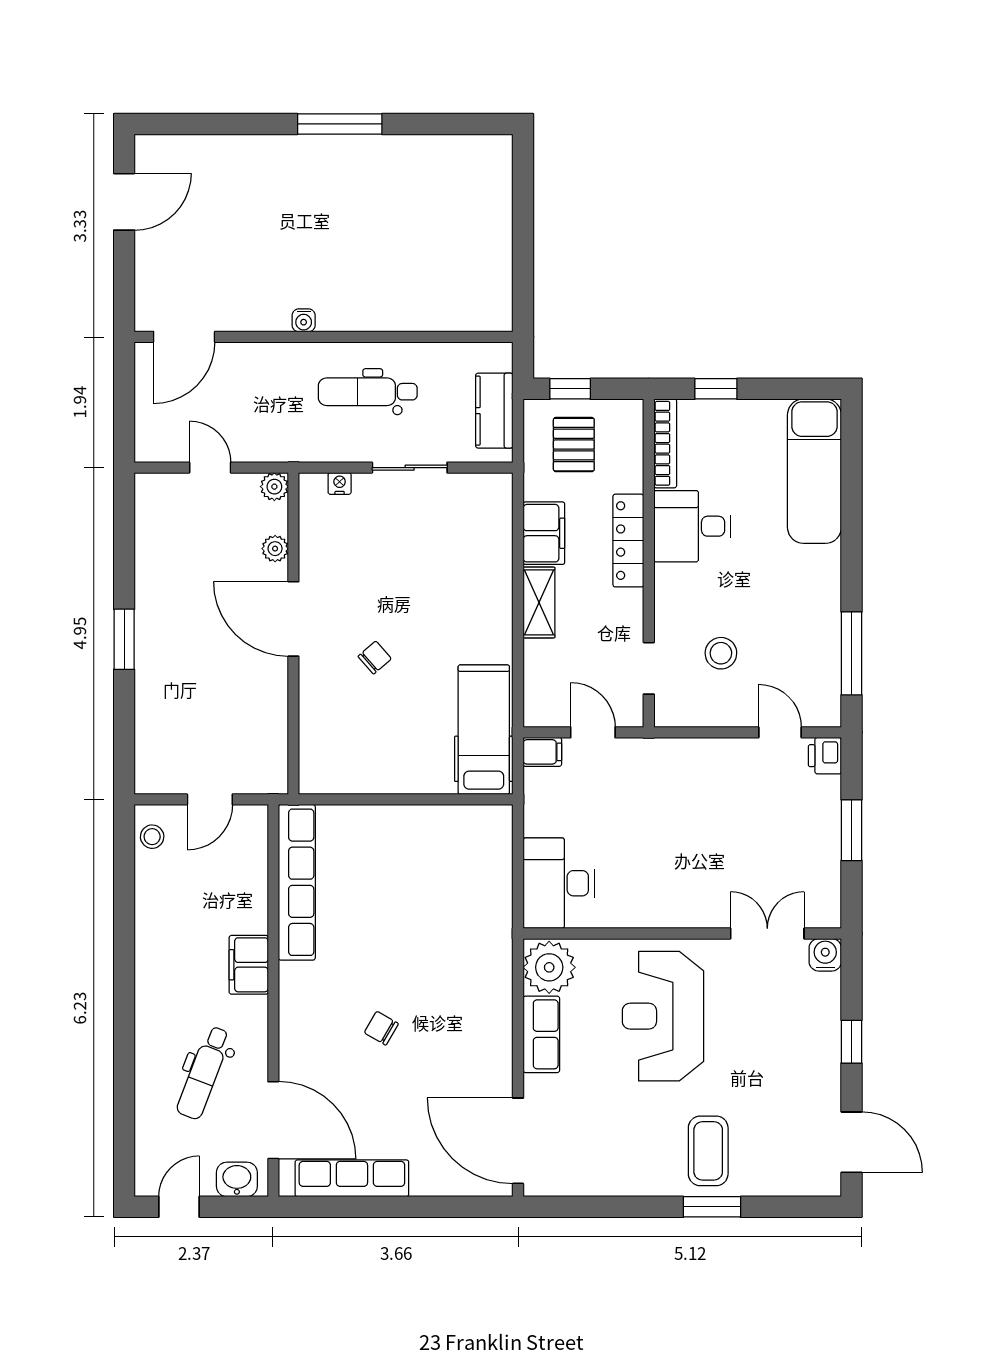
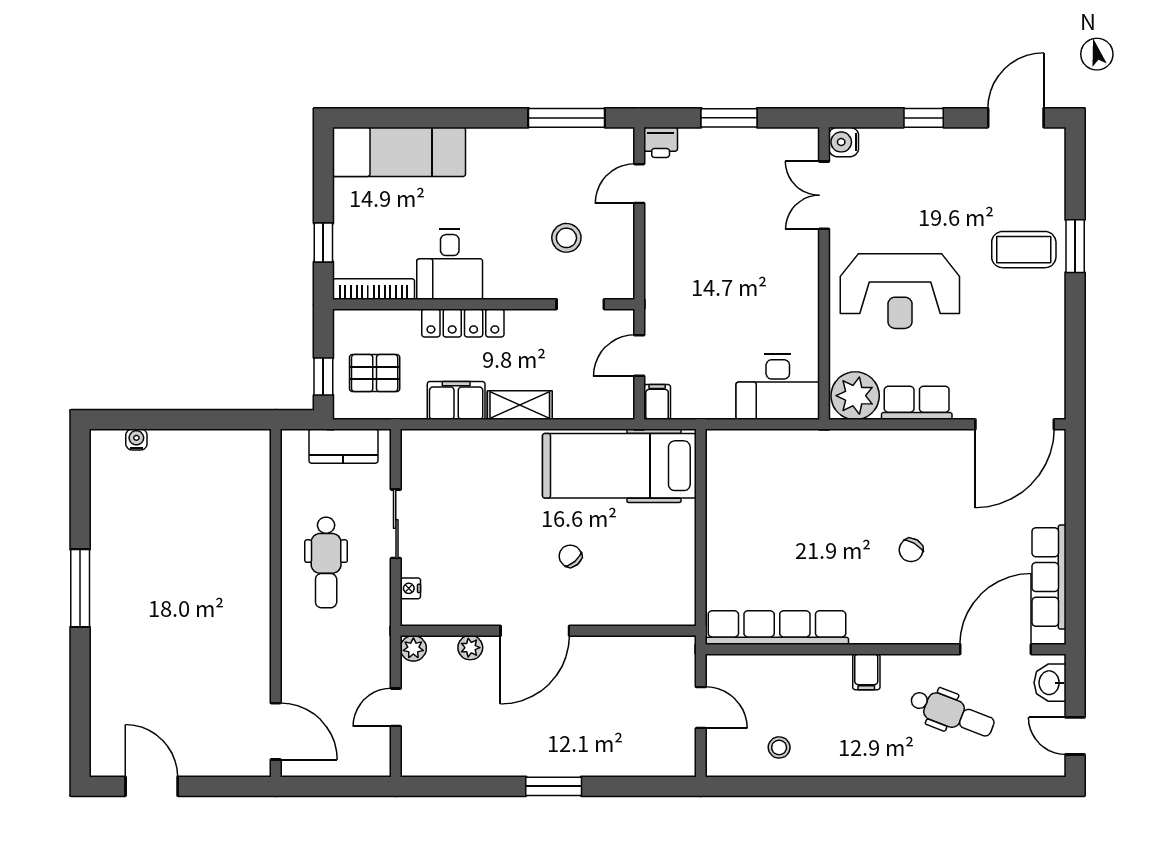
water cooler: (304, 320) -> (136, 440), moved, turned -90
hospital bed: (484, 730) -> (619, 466), width x1.37, depth x1.29
stool: (152, 837) -> (779, 747), moved
filing cabinet: (249, 965) -> (866, 672), width x0.50

